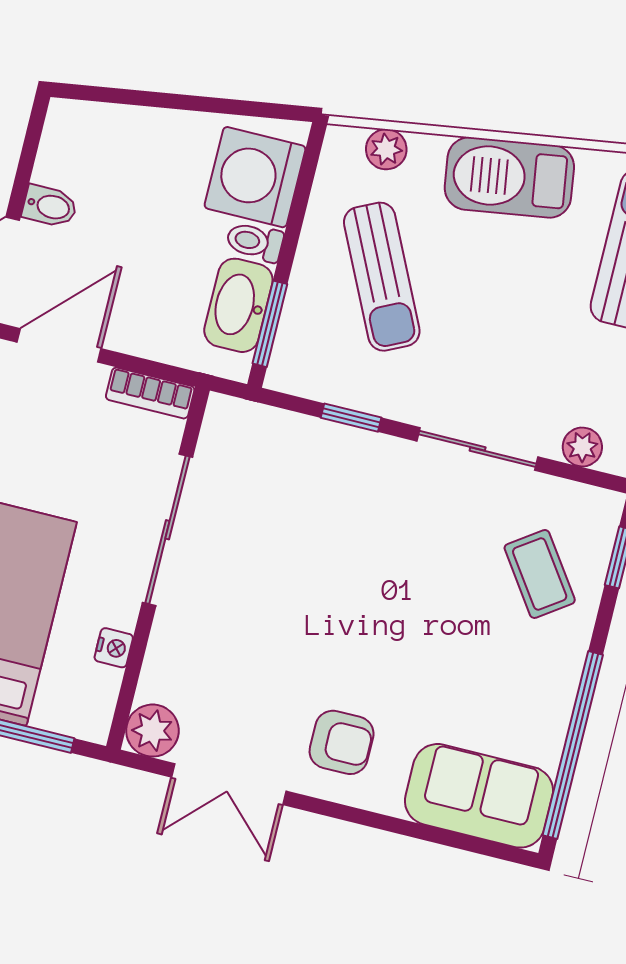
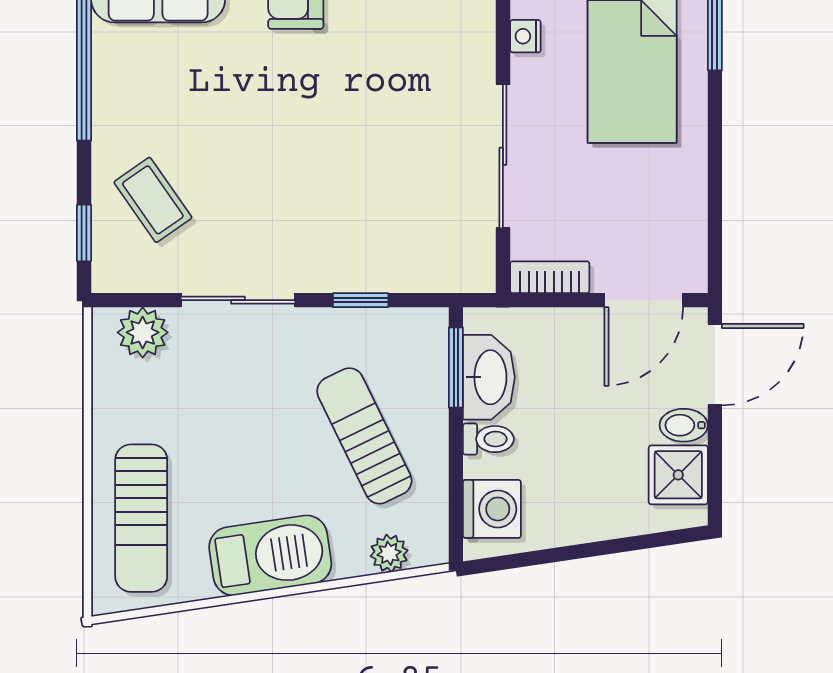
shower: (68, 156) -> (678, 475), added
washing machine: (255, 177) -> (492, 509), width x0.73, depth x0.73
plant: (582, 447) -> (143, 332), width x1.38, depth x1.38

